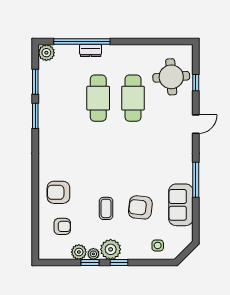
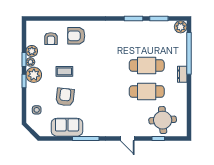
dresser: (91, 51) -> (182, 74), moved
armchair: (58, 192) -> (76, 36), turned -90

